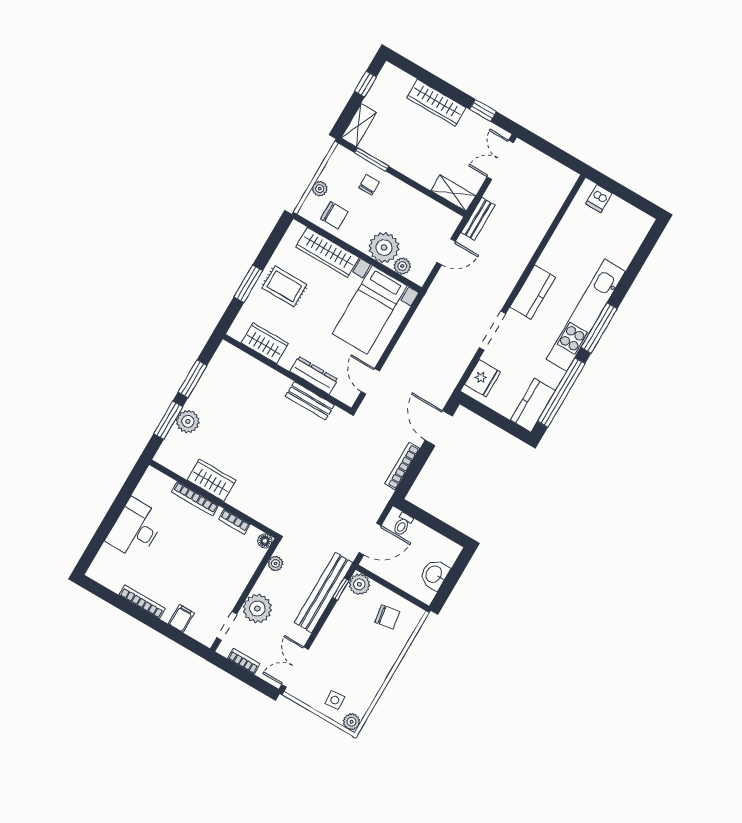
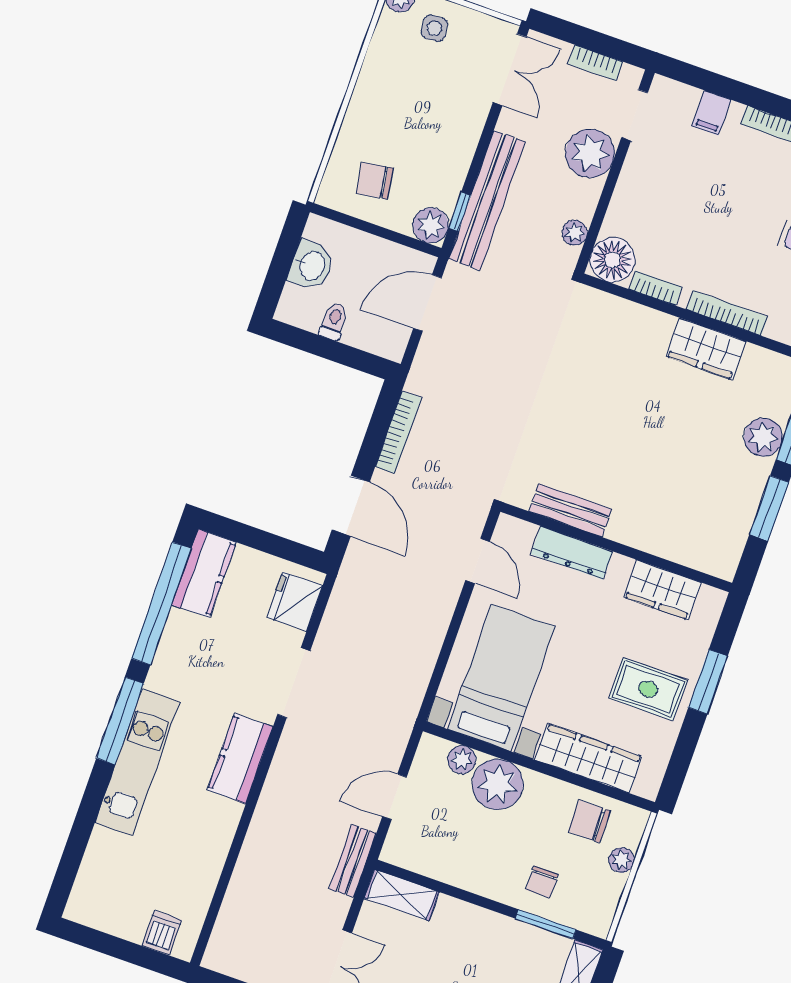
kitchen unit: (586, 315) -> (137, 762), width x0.73
toilet: (403, 524) -> (334, 321), moved
floor lamp: (265, 541) -> (613, 260), width x1.89, depth x1.89

